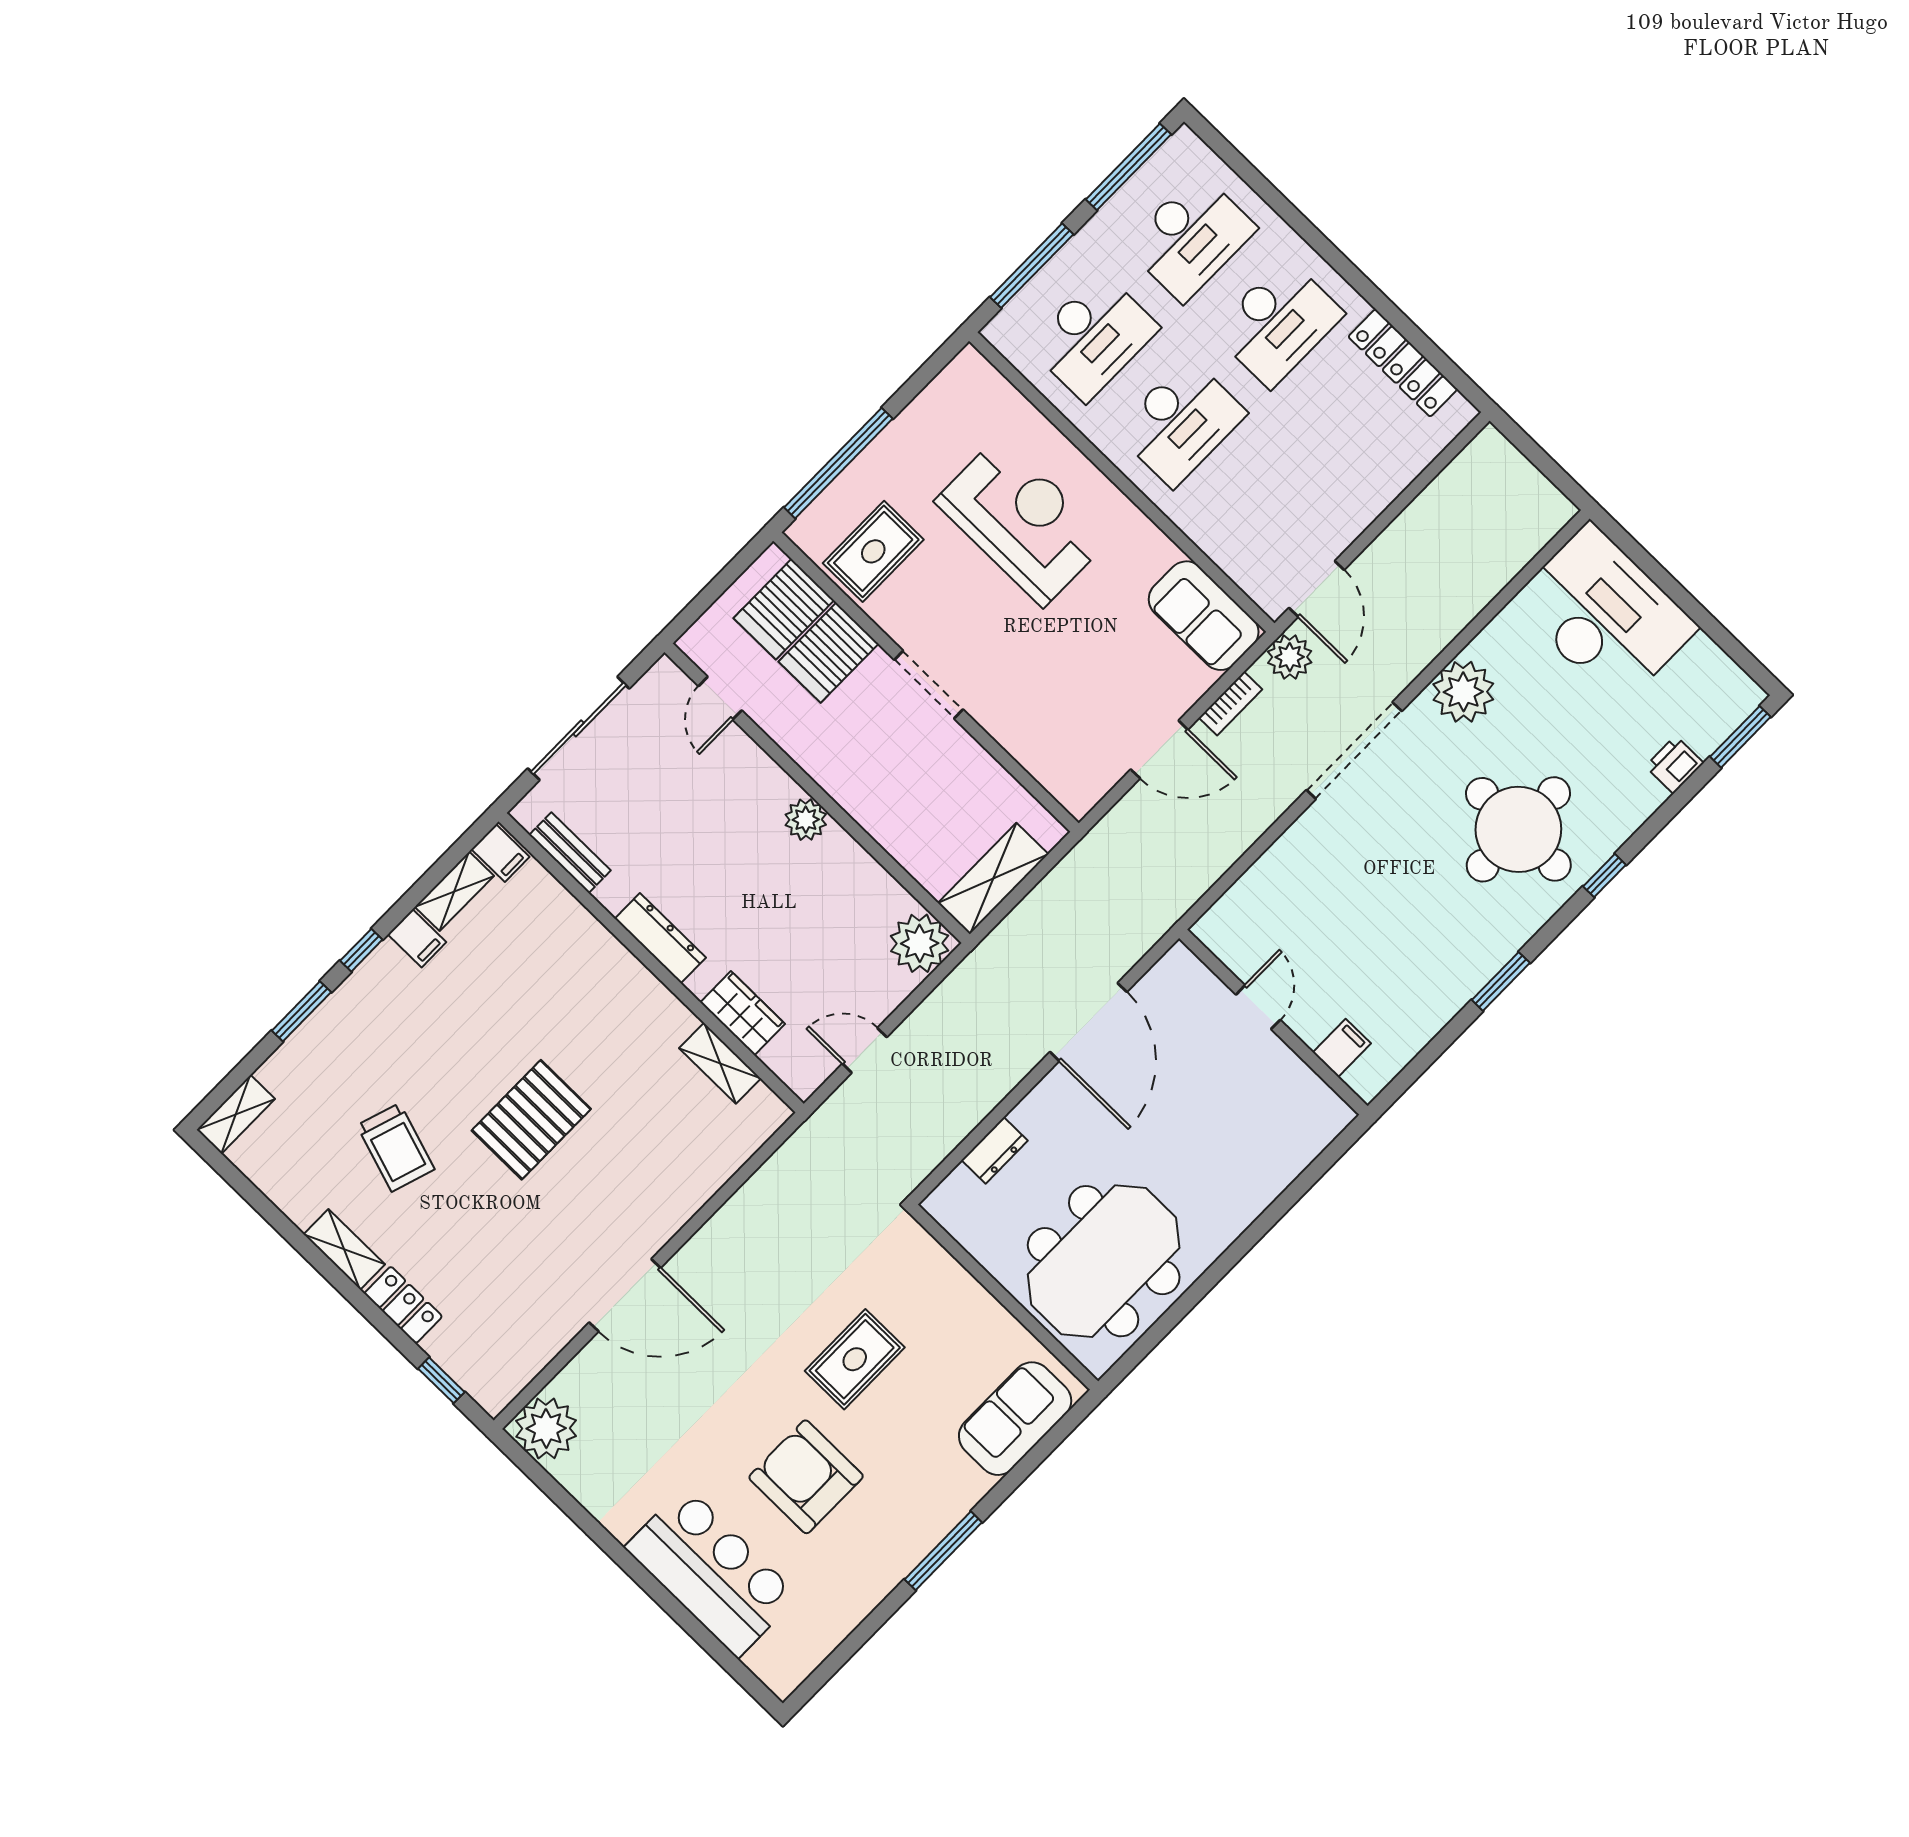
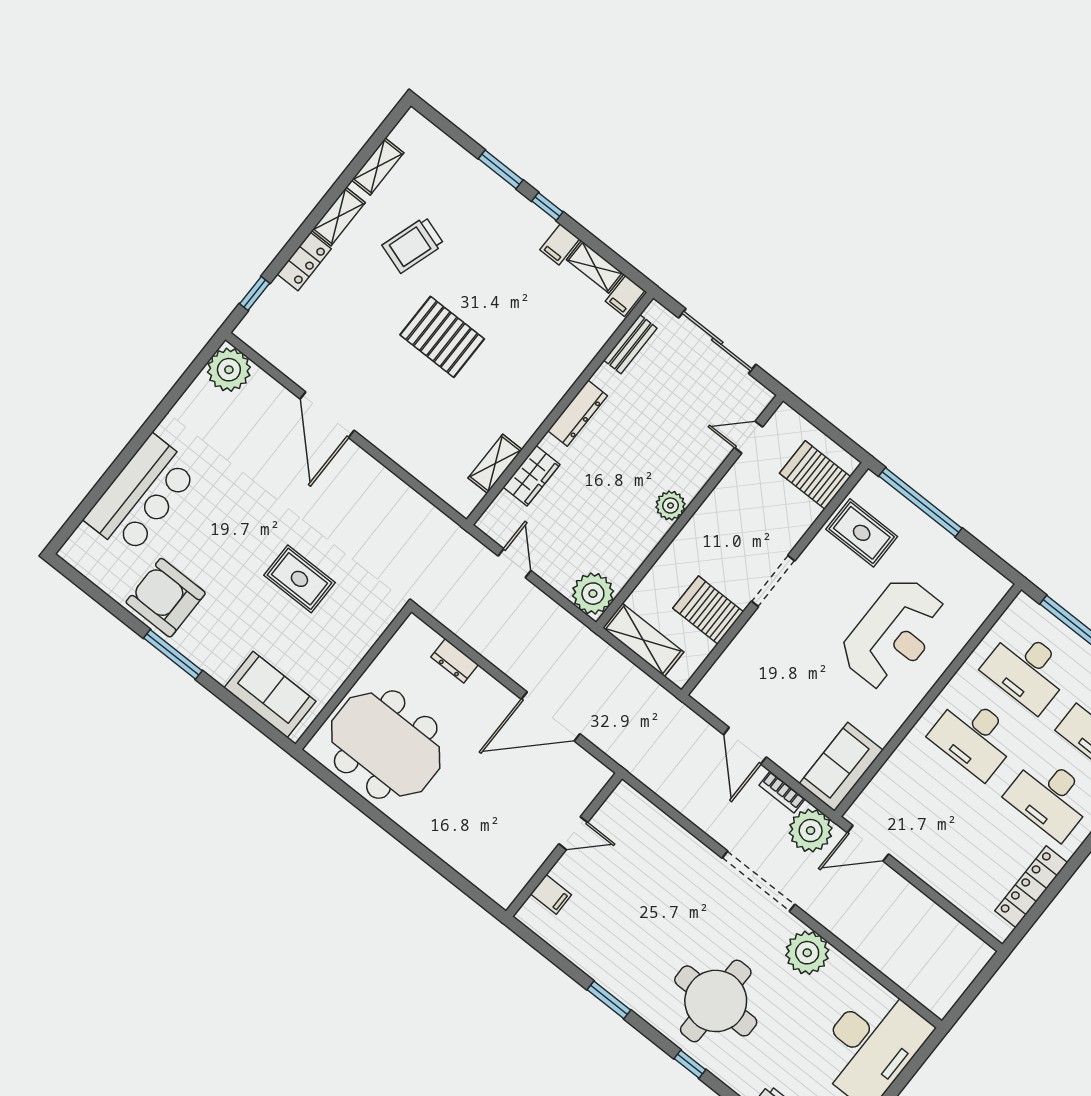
server rack: (829, 653) -> (708, 610), moved
plant: (1290, 657) -> (811, 831), width x1.36, depth x1.36
shelving: (236, 1114) -> (378, 166), moved, turned 90
armchair: (806, 1477) -> (166, 598), moved, turned -90

